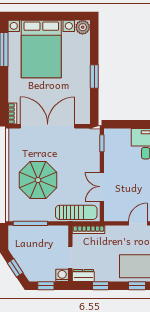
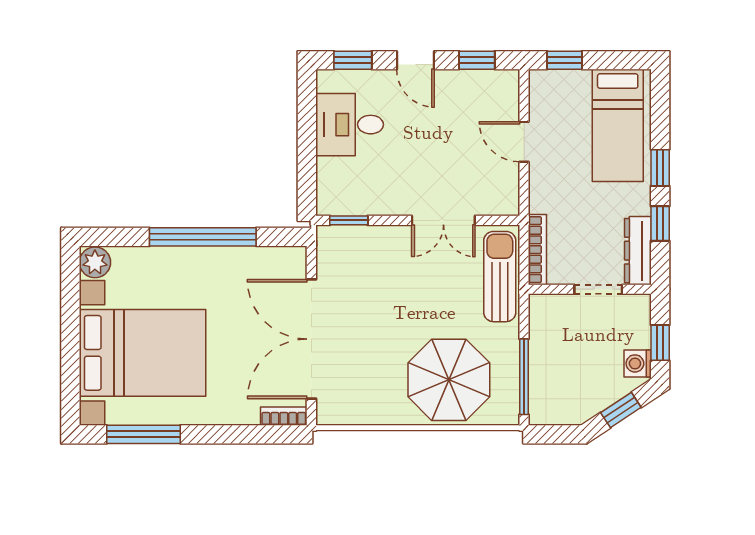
window: (94, 77) -> (203, 237), width x2.11
parasol: (38, 180) -> (449, 380), moved
washing machine: (62, 275) -> (638, 363), moved
dresser: (83, 276) -> (638, 251), width x1.44
window: (137, 286) -> (660, 168), moved

